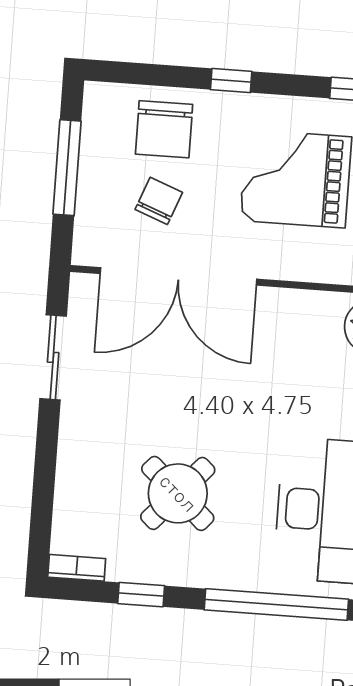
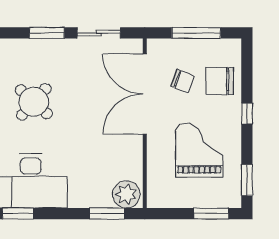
window: (46, 458) -> (47, 33), added

